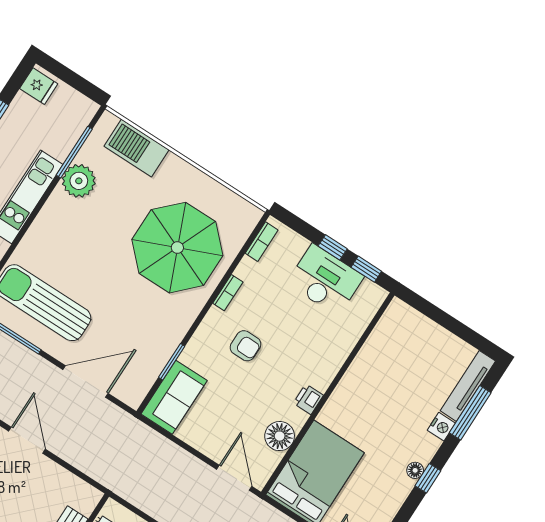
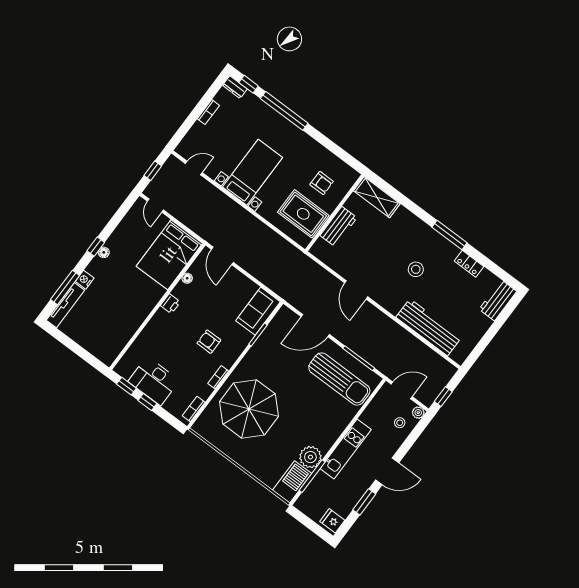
barbecue: (136, 148) -> (292, 482), moved, turned -90
floor lamp: (280, 436) -> (187, 278), width x0.53, depth x0.53

